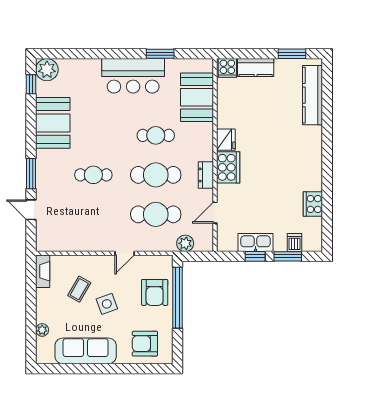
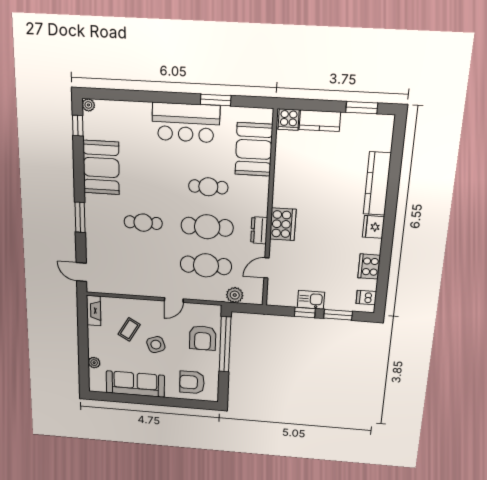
plant: (47, 70) -> (88, 105), width x0.53, depth x0.53
kitchen counter: (313, 95) -> (377, 184), moved
fridge: (226, 140) -> (373, 227), moved, turned 180
door: (31, 210) -> (81, 272), moved
kitchen sink: (256, 243) -> (311, 300), width x0.73
dishwasher: (294, 243) -> (366, 298), moved, turned -90

